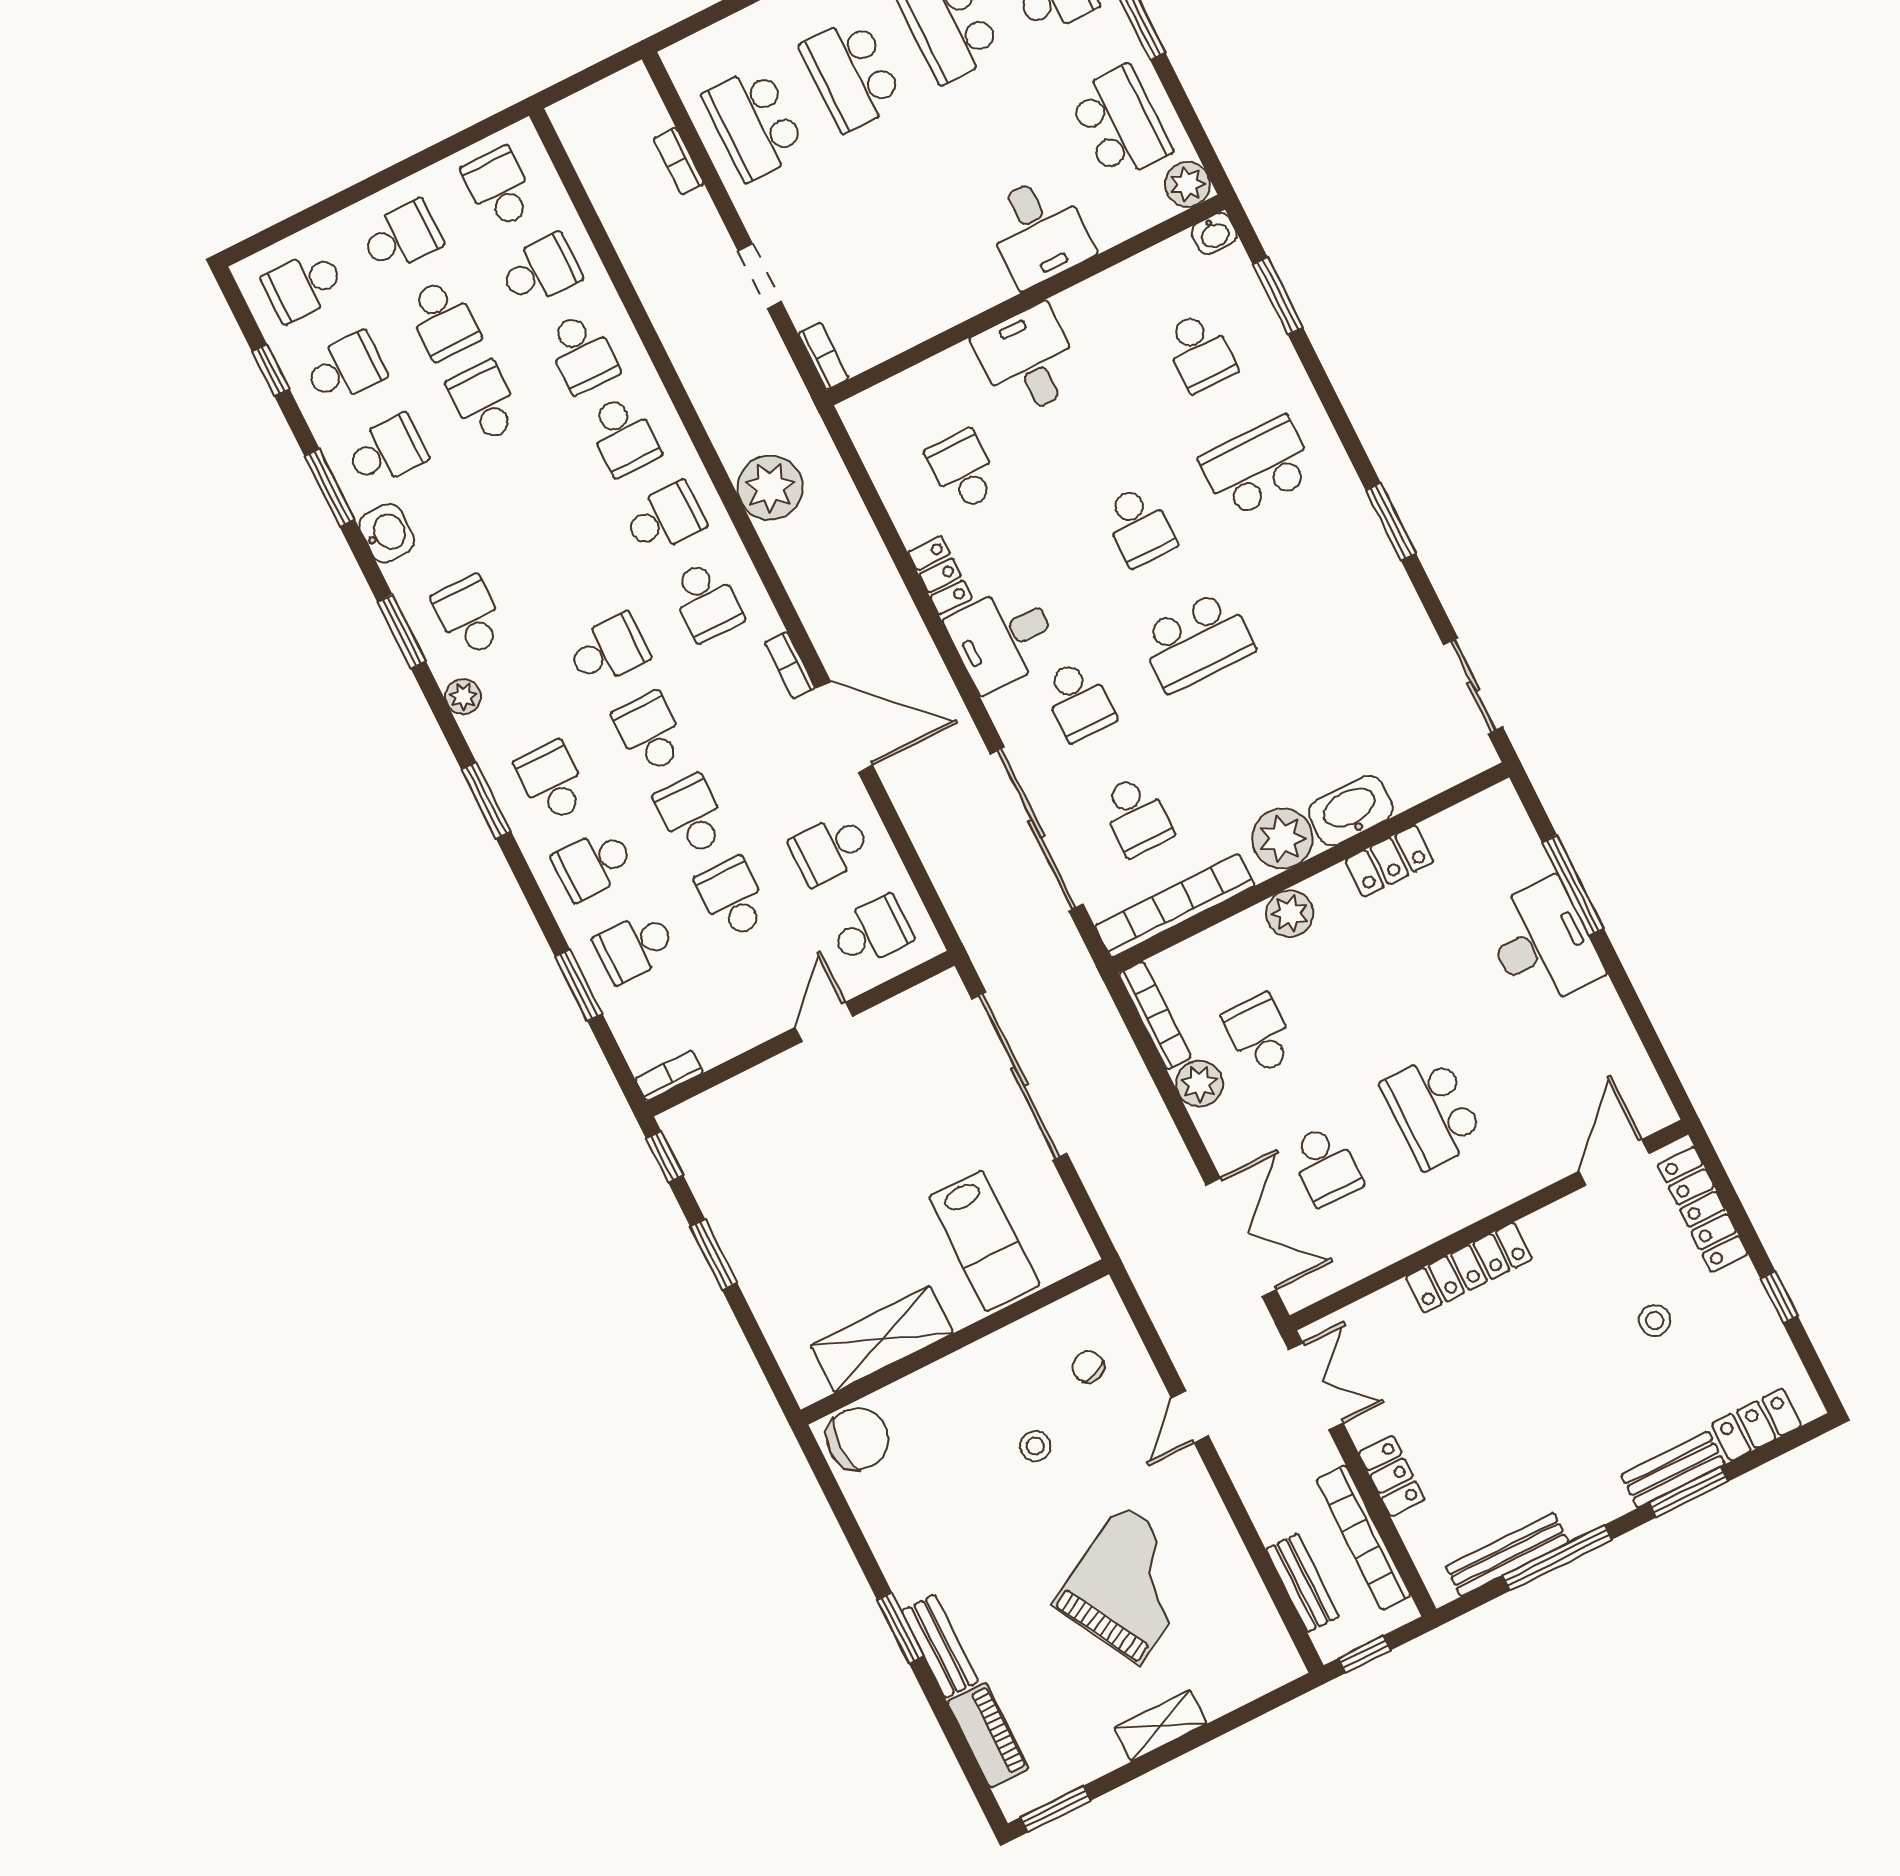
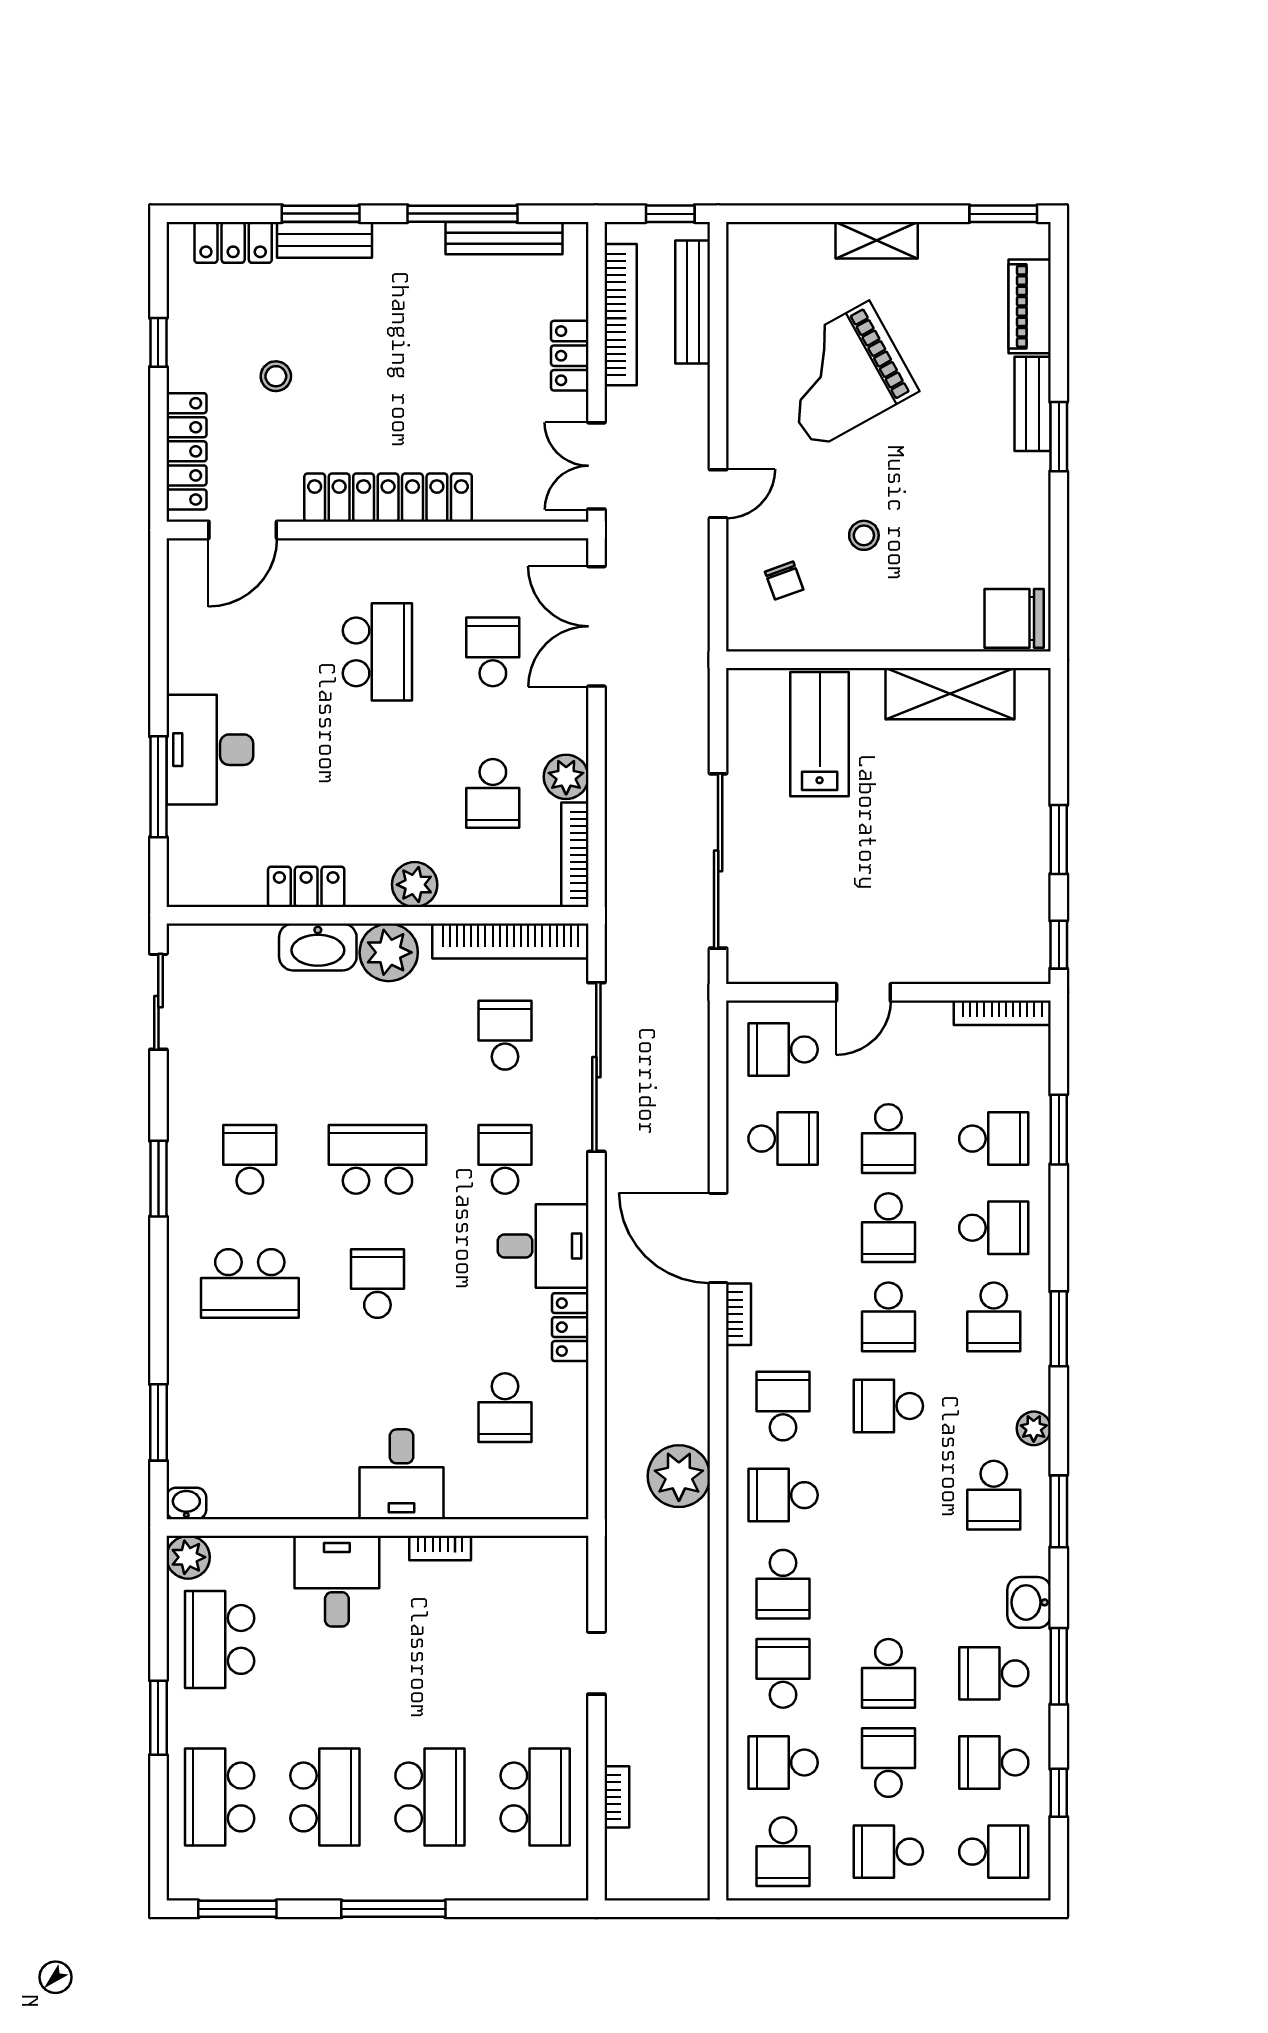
school desk: (1200, 352) -> (250, 1159), moved
bookcase: (824, 356) -> (440, 1548), moved, turned -90
school desk: (623, 436) -> (783, 1584), turned 180
bookcase: (669, 1076) -> (1002, 1013), width x1.56
locker: (1469, 1268) -> (388, 498), width x1.41, depth x1.21
bench: (1302, 1583) -> (693, 302), width x1.36

